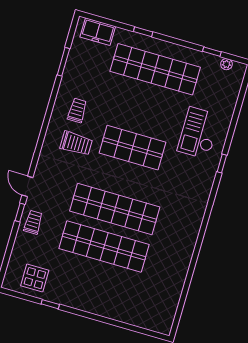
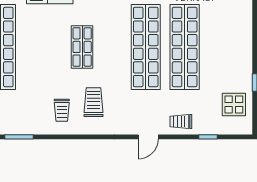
trolley: (77, 110) -> (62, 110), turned -90
shop shelf: (133, 148) -> (82, 47), width x0.70, depth x0.74
window: (20, 212) -> (208, 137), moved

